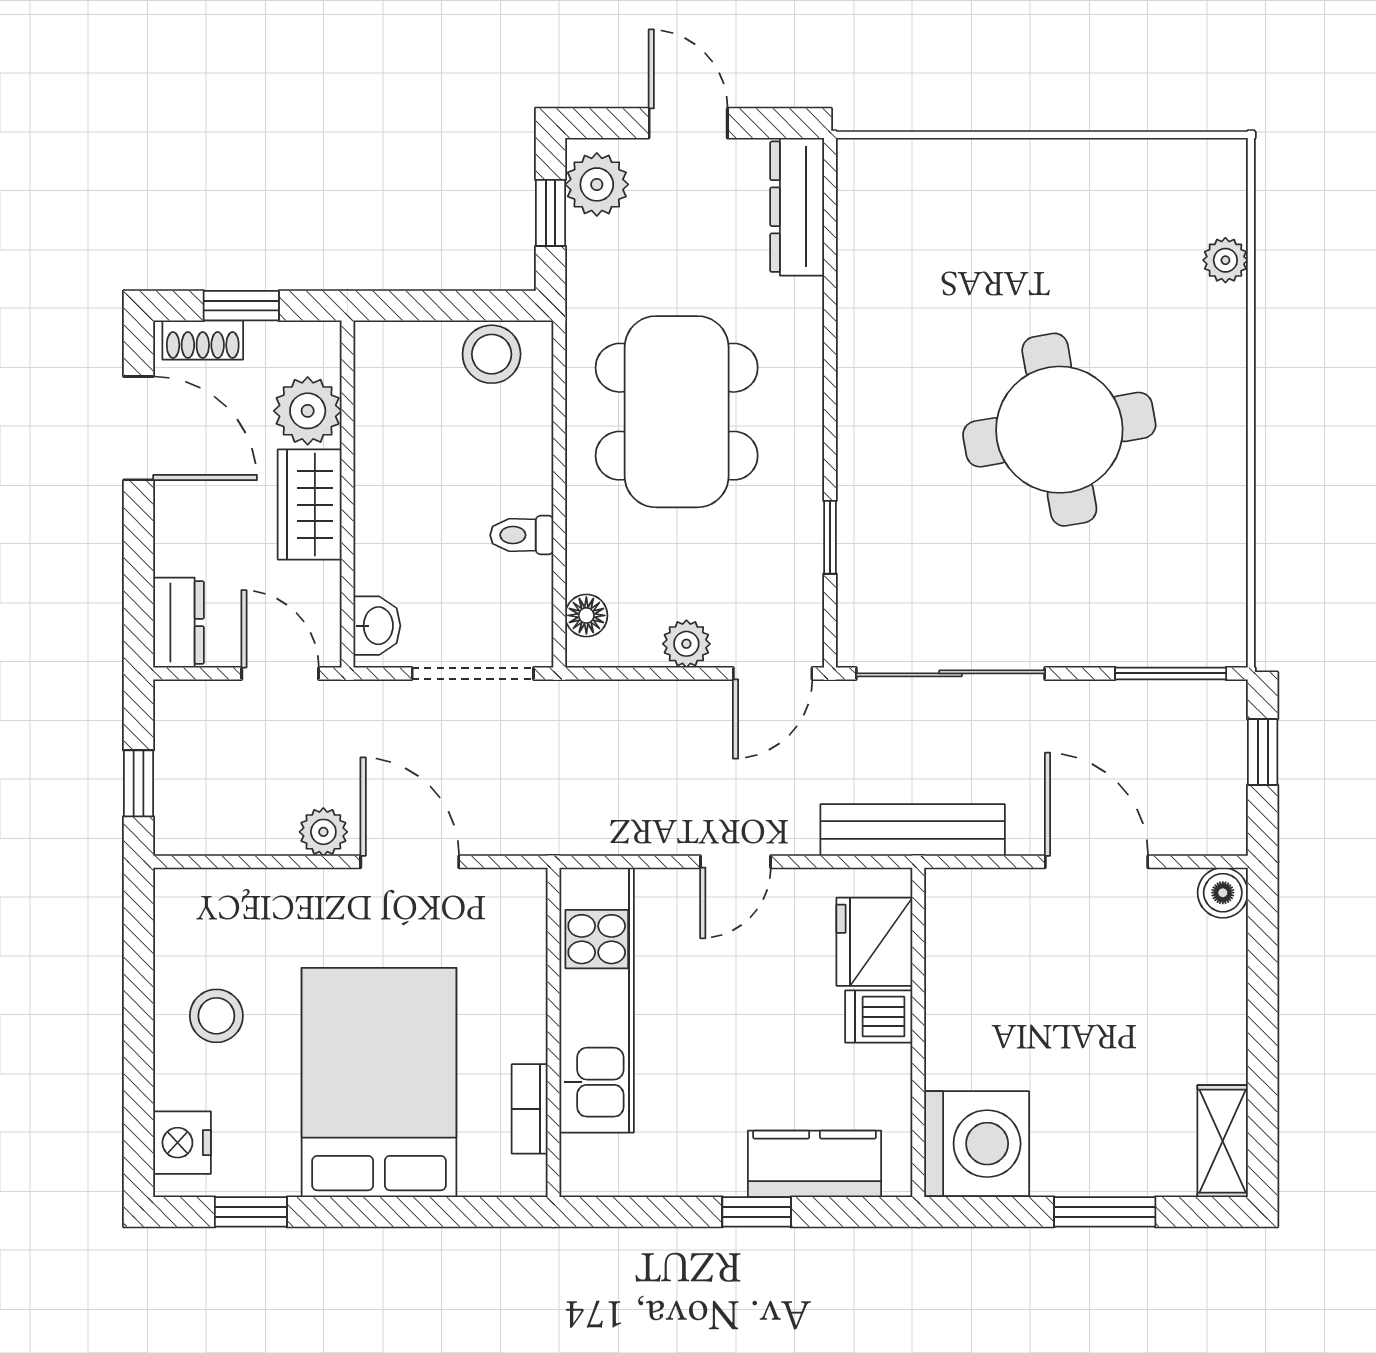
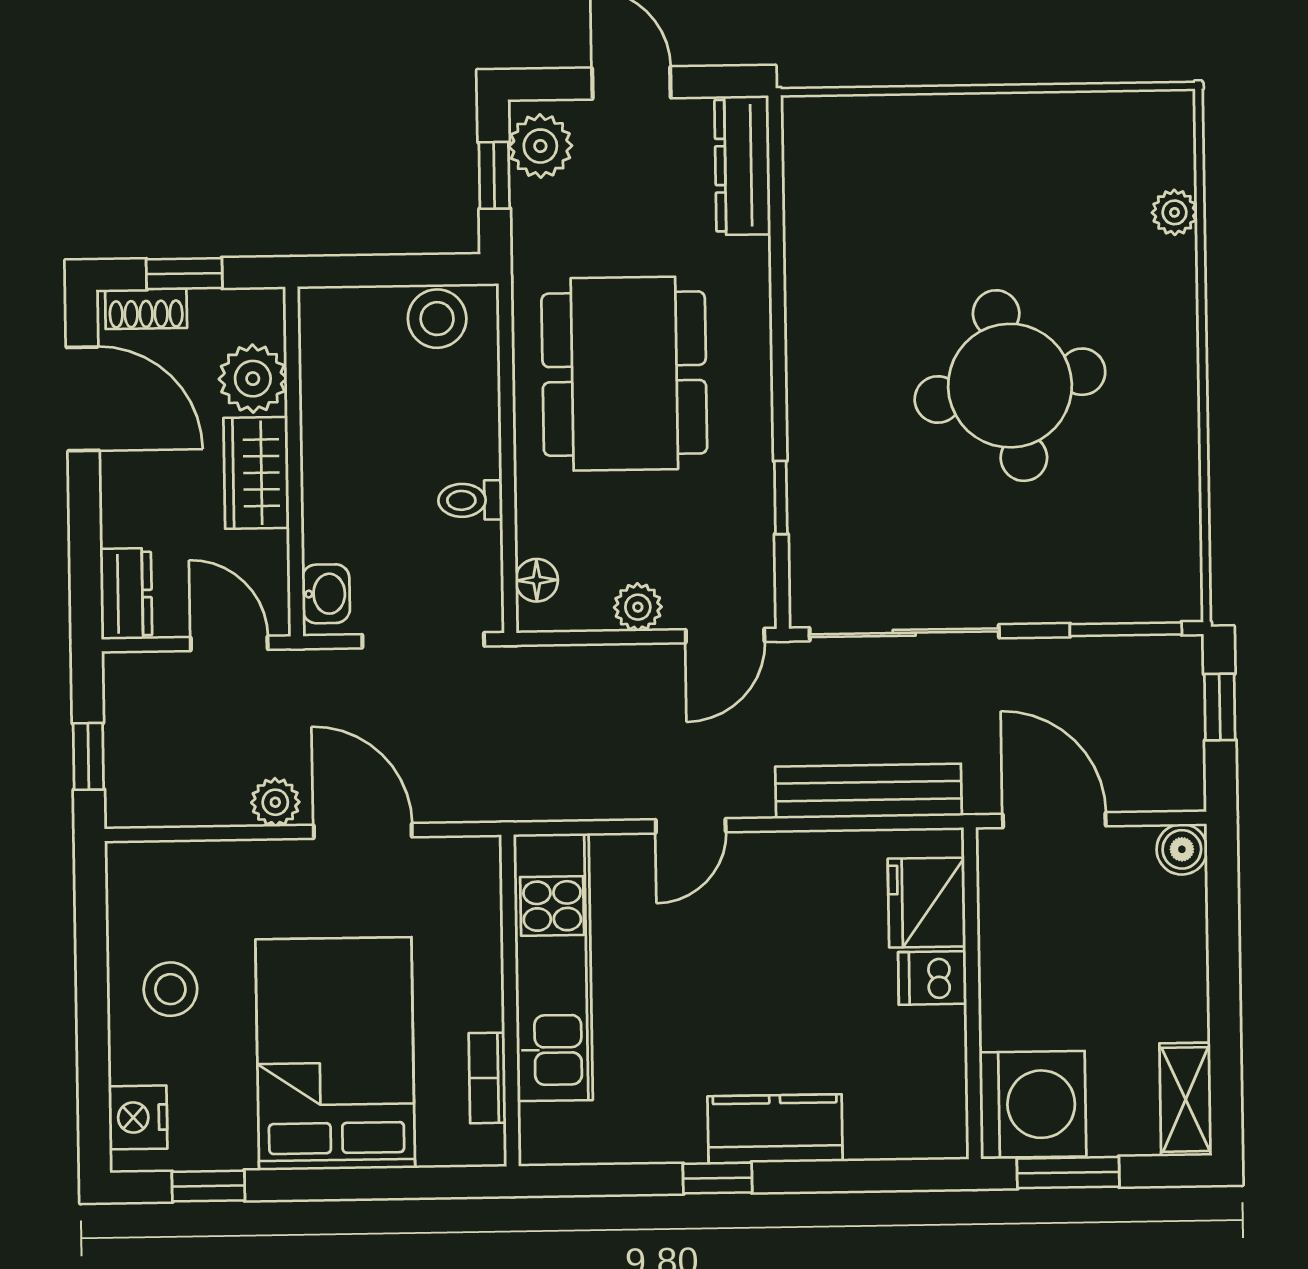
fridge: (874, 942) -> (927, 903), moved
dishwasher: (879, 1017) -> (932, 978), moved
wall: (918, 1032) -> (972, 993), moved
washing machine: (977, 1144) -> (1033, 1104), moved

